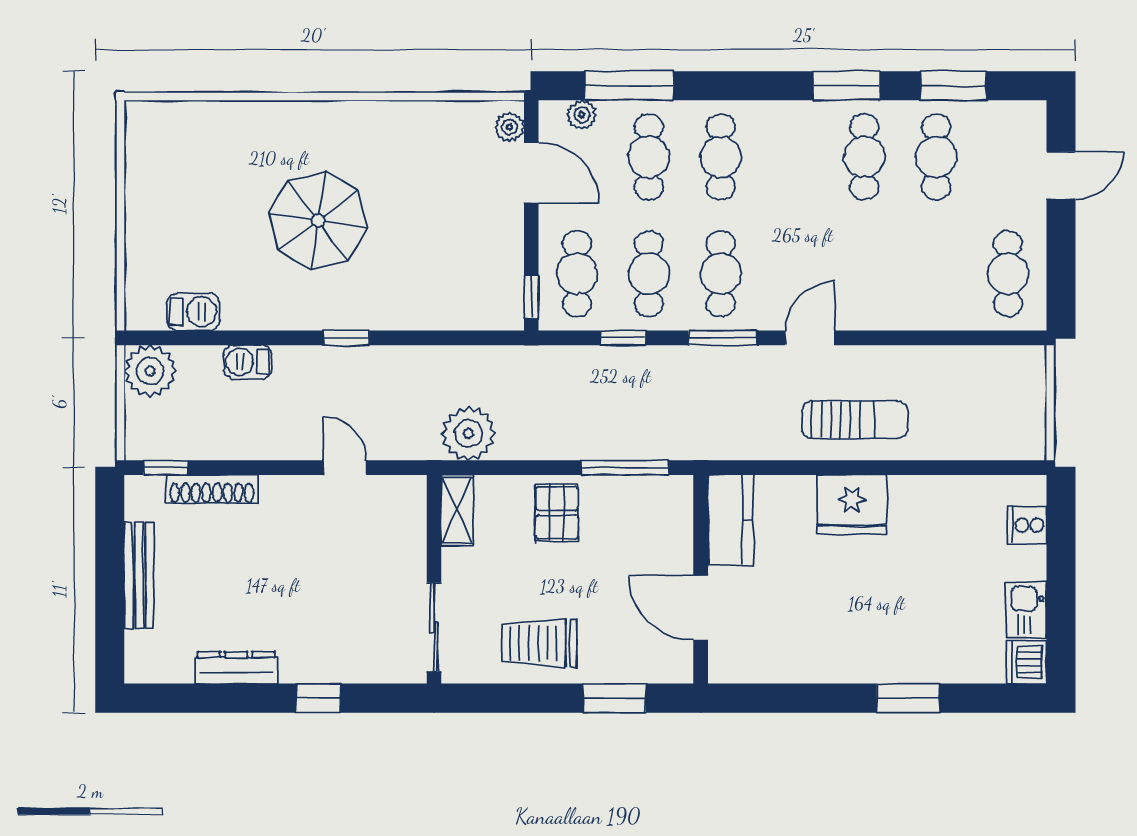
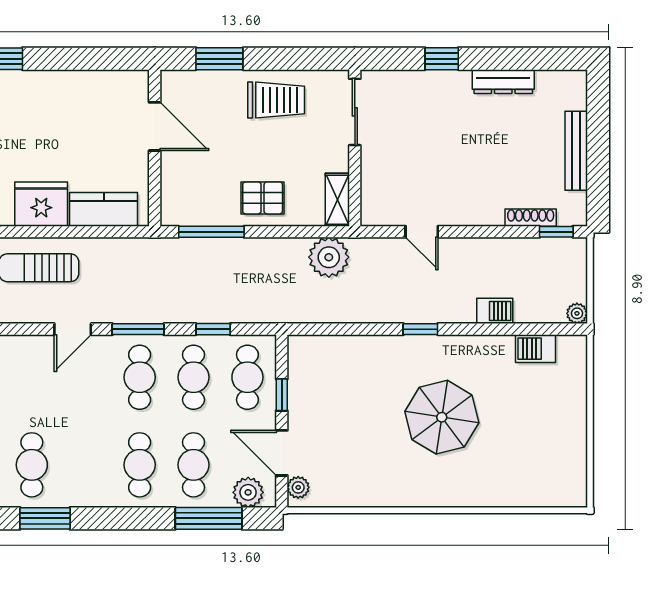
plant: (582, 115) -> (248, 492), width x1.38, depth x1.38
window: (531, 297) -> (282, 395), moved
plant: (150, 371) -> (577, 313), width x0.53, depth x0.53
shoe rack: (212, 489) -> (531, 218), width x0.74, depth x0.81
pallet: (557, 513) -> (263, 198), turned 90
kitchen counter: (730, 520) -> (104, 209), moved, turned 90

